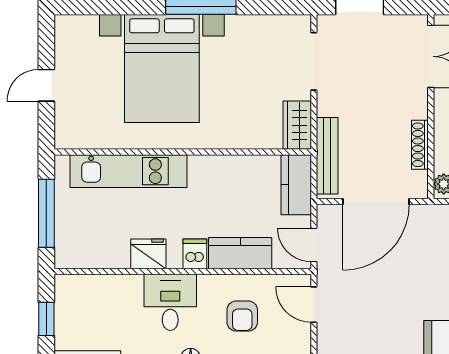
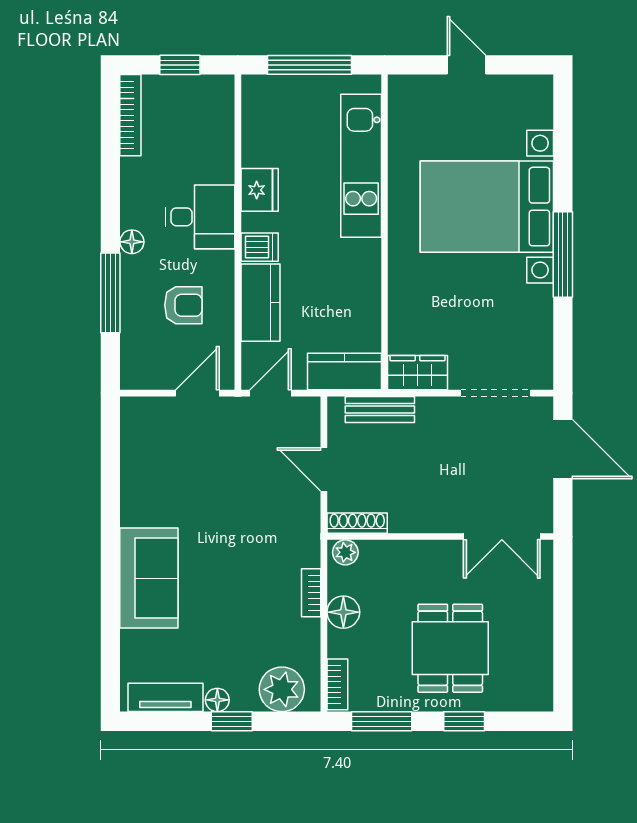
shoe rack: (420, 145) -> (357, 523), moved
bench: (327, 156) -> (380, 409), width x0.73
door: (376, 201) -> (324, 469), width x0.53
armchair: (242, 316) -> (183, 305), turned 180

